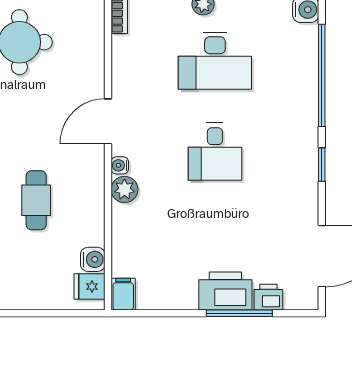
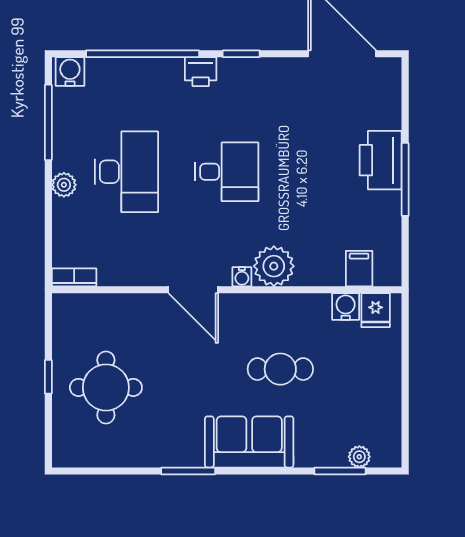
plant: (124, 189) -> (274, 266), width x1.36, depth x1.36
filing cabinet: (123, 294) -> (359, 269), moved, turned 90
printer: (268, 297) -> (201, 72), moved, turned -90
window: (239, 313) -> (405, 179), moved

